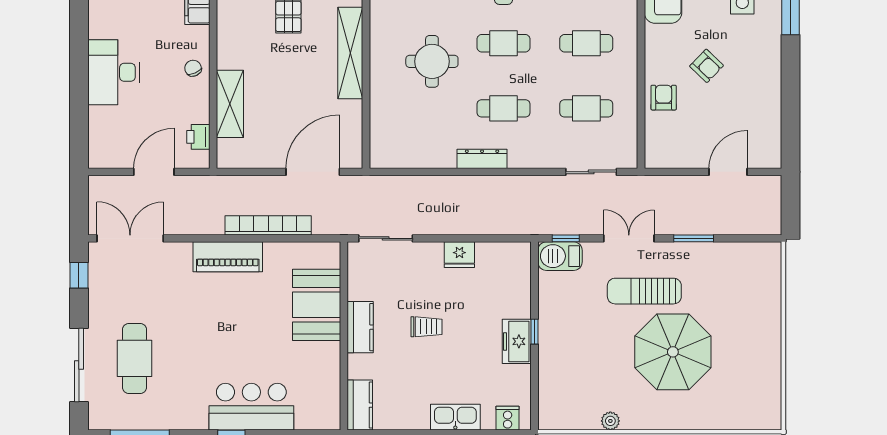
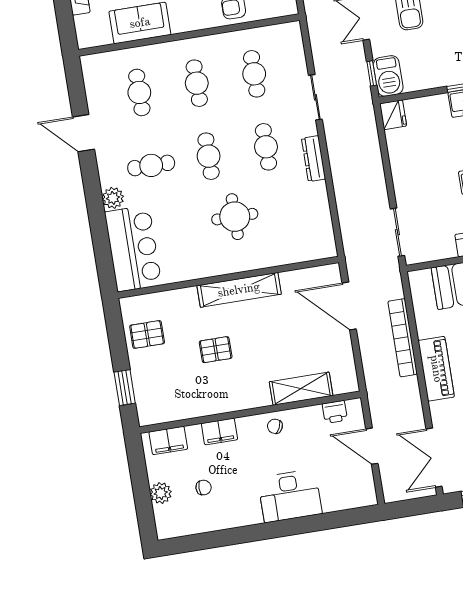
chair: (193, 68) -> (275, 426), turned 50
sliding door: (591, 172) -> (315, 97), moved
fridge: (459, 255) -> (393, 115), moved

